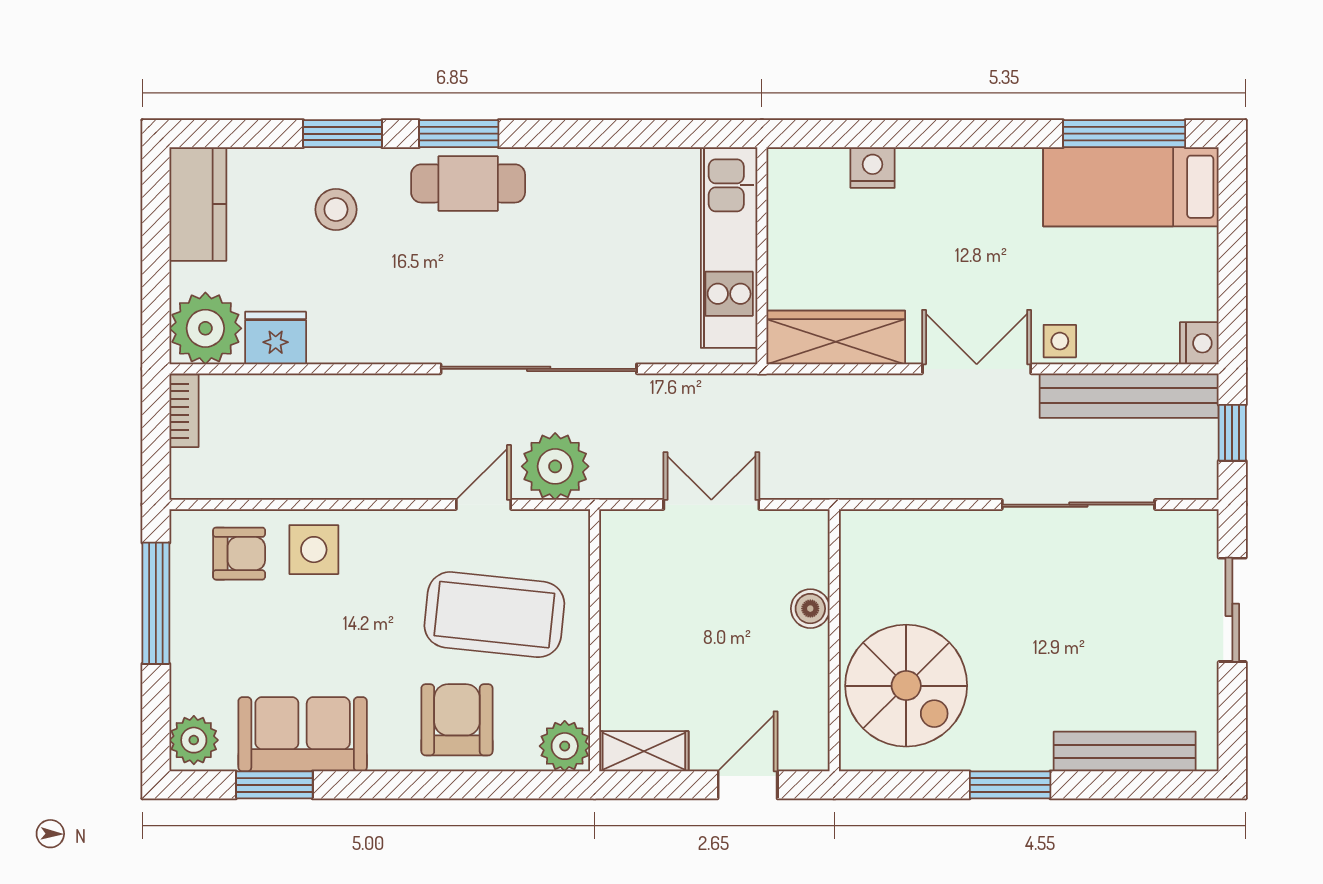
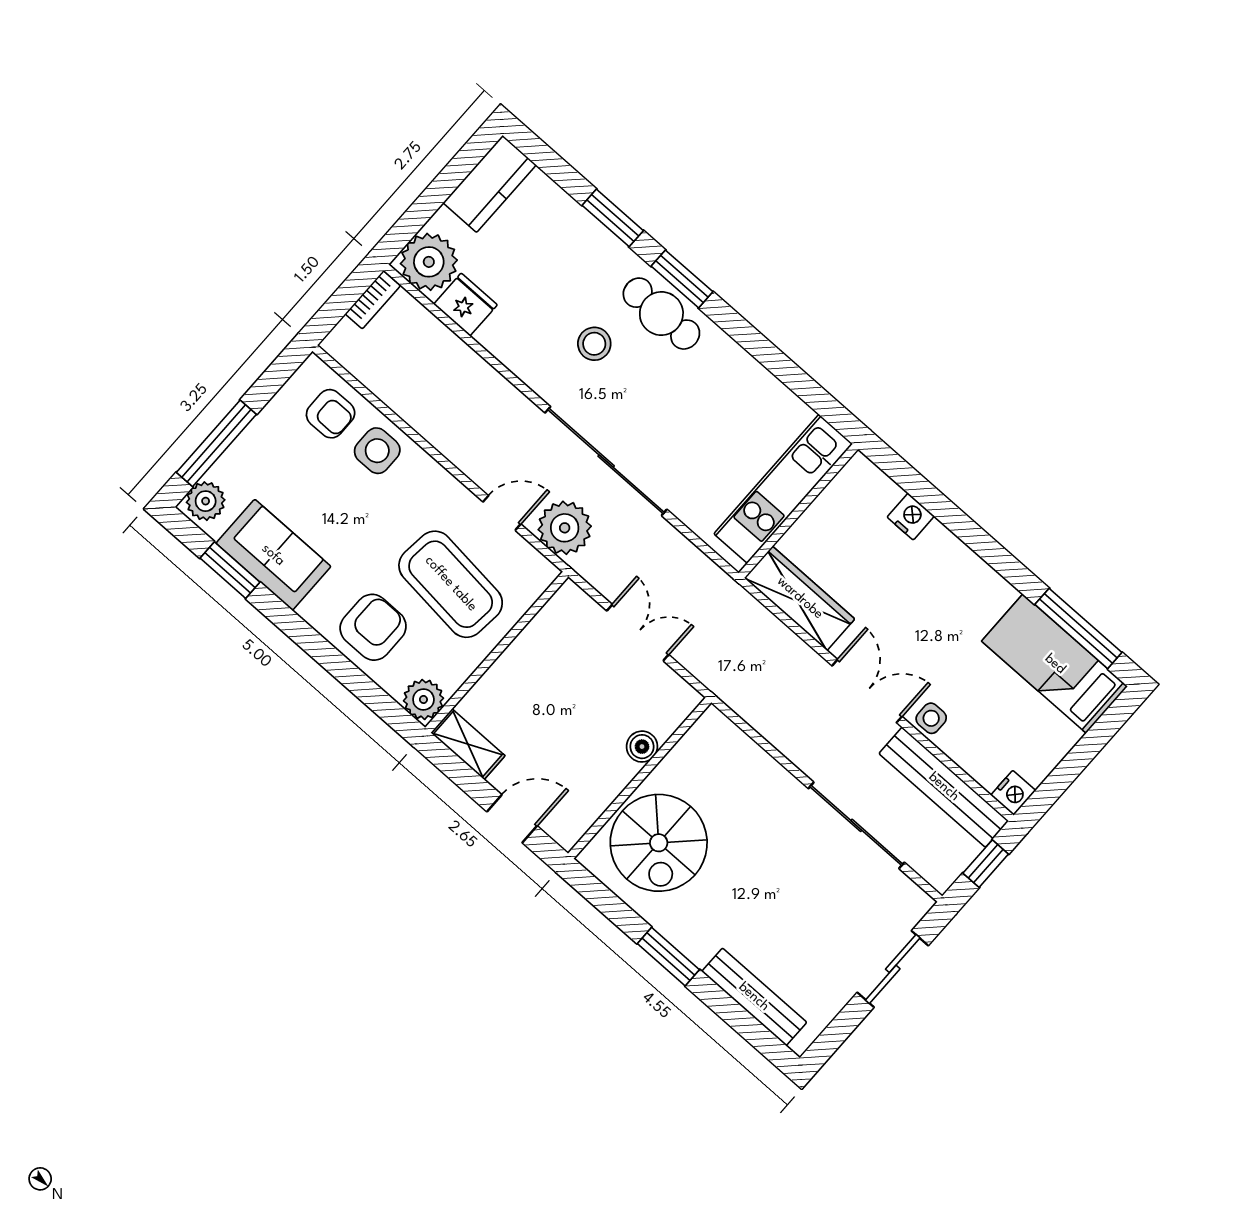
stool: (336, 209) -> (594, 344), moved
window: (156, 603) -> (216, 443), moved

